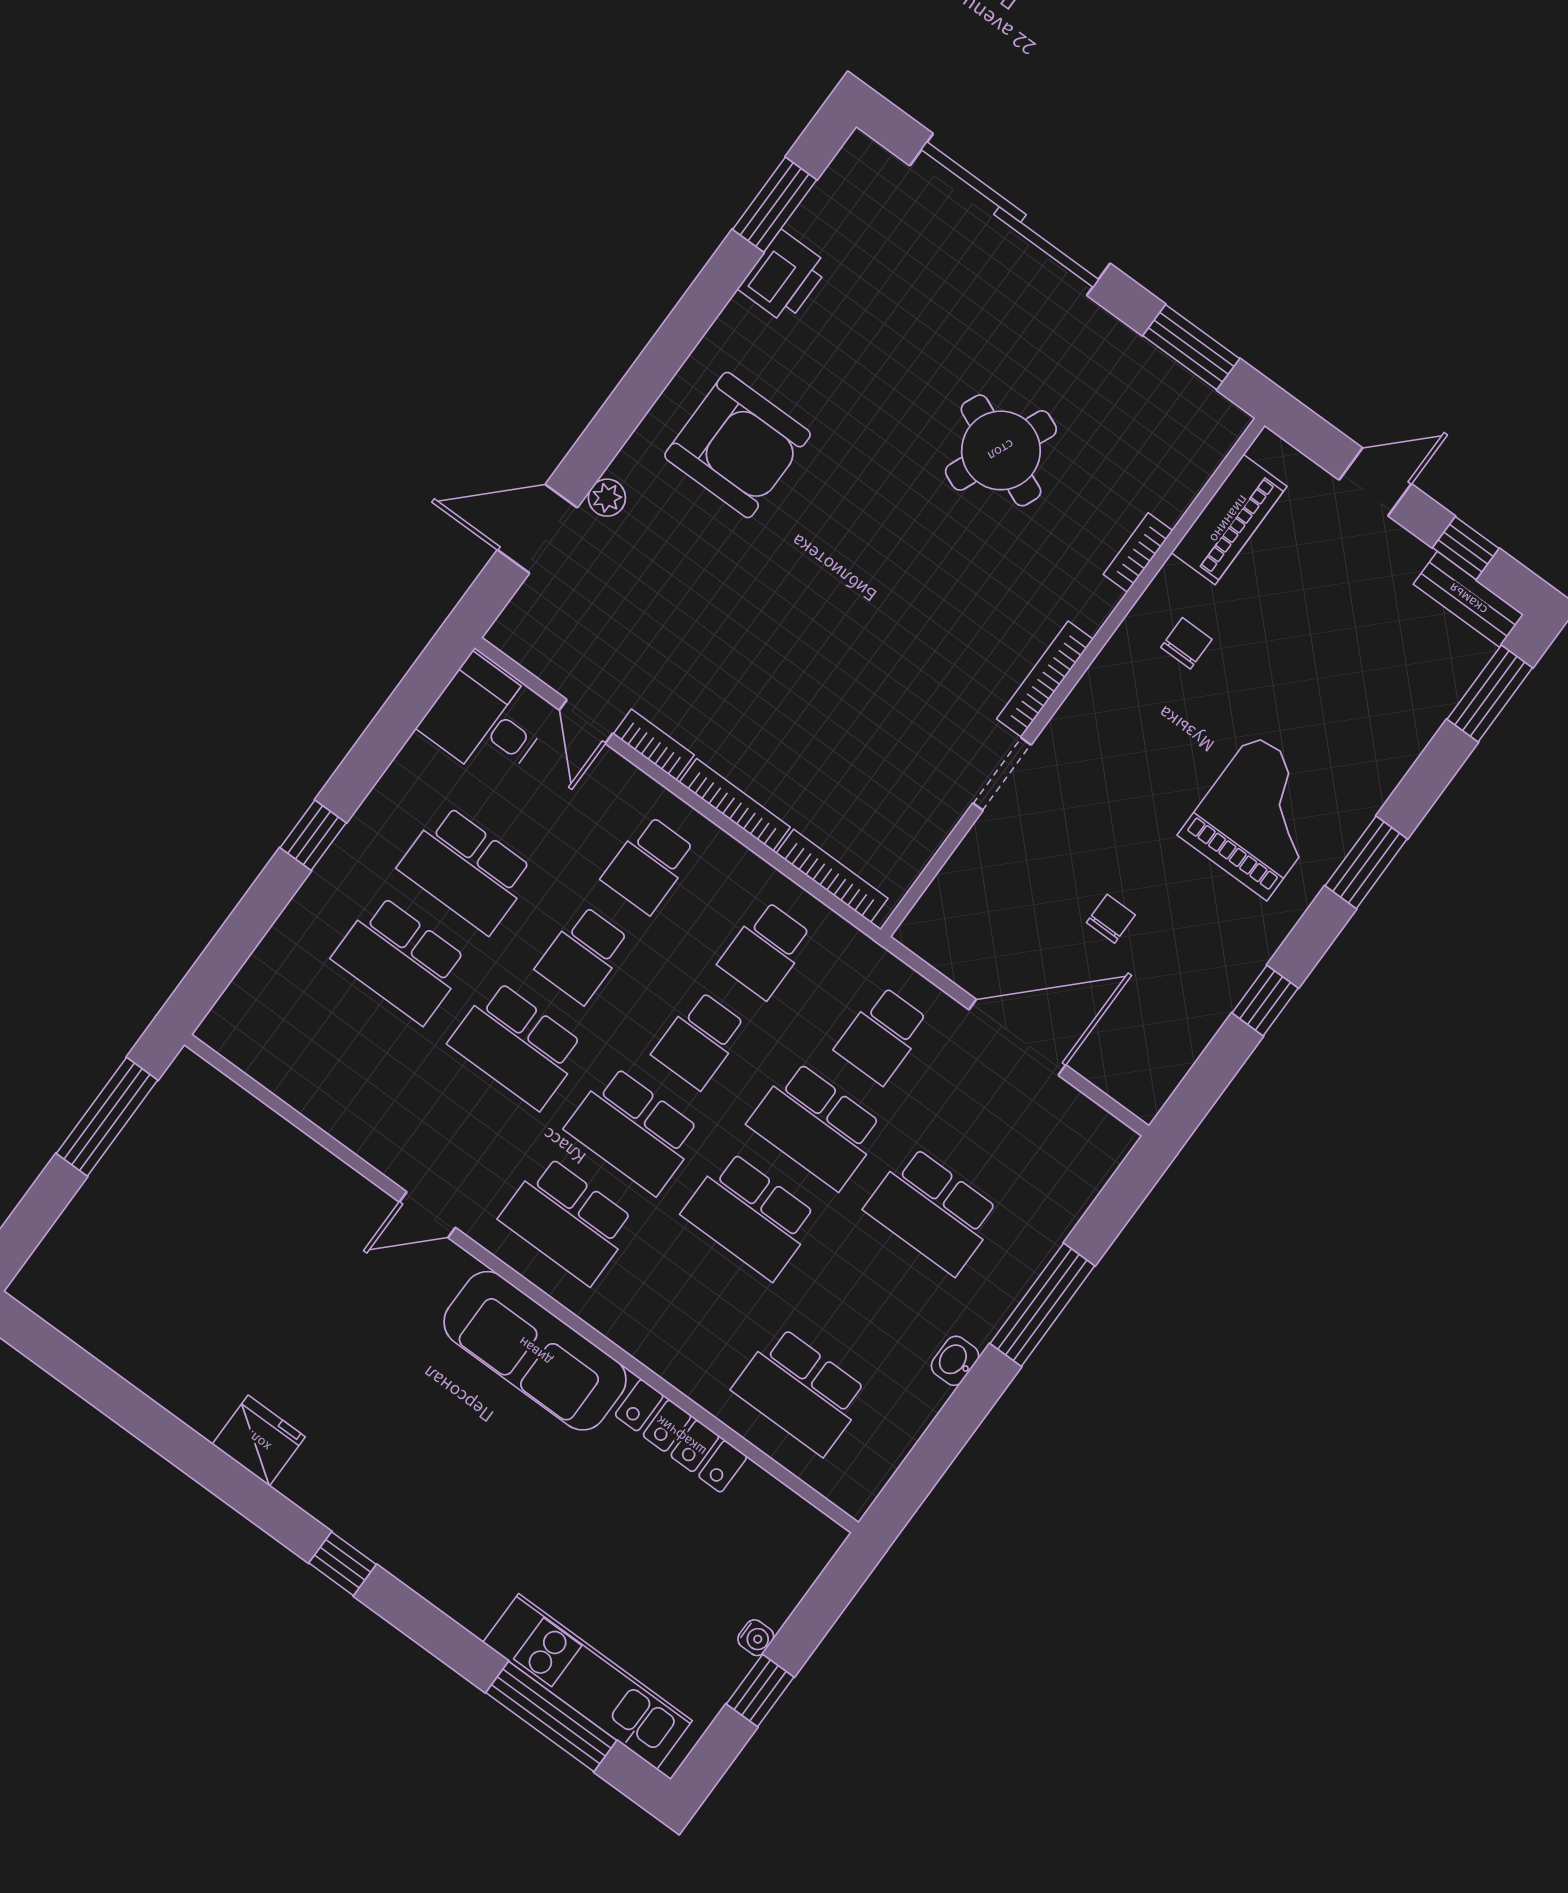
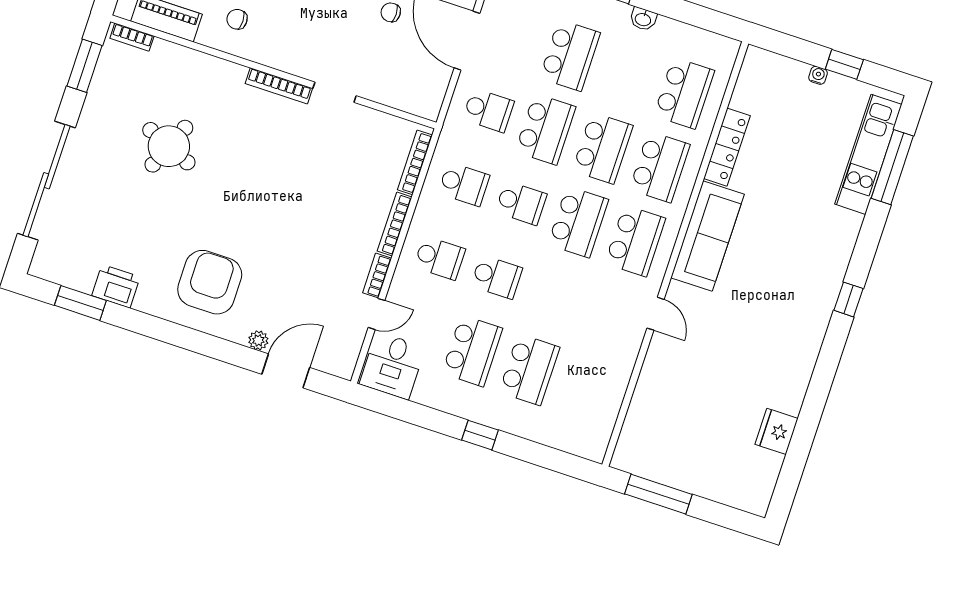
door: (537, 529) -> (286, 371), swing flipped
bookcase: (1138, 552) -> (132, 37), moved
school desk: (517, 1045) -> (660, 167), moved
fridge: (259, 1441) -> (777, 431), moved

